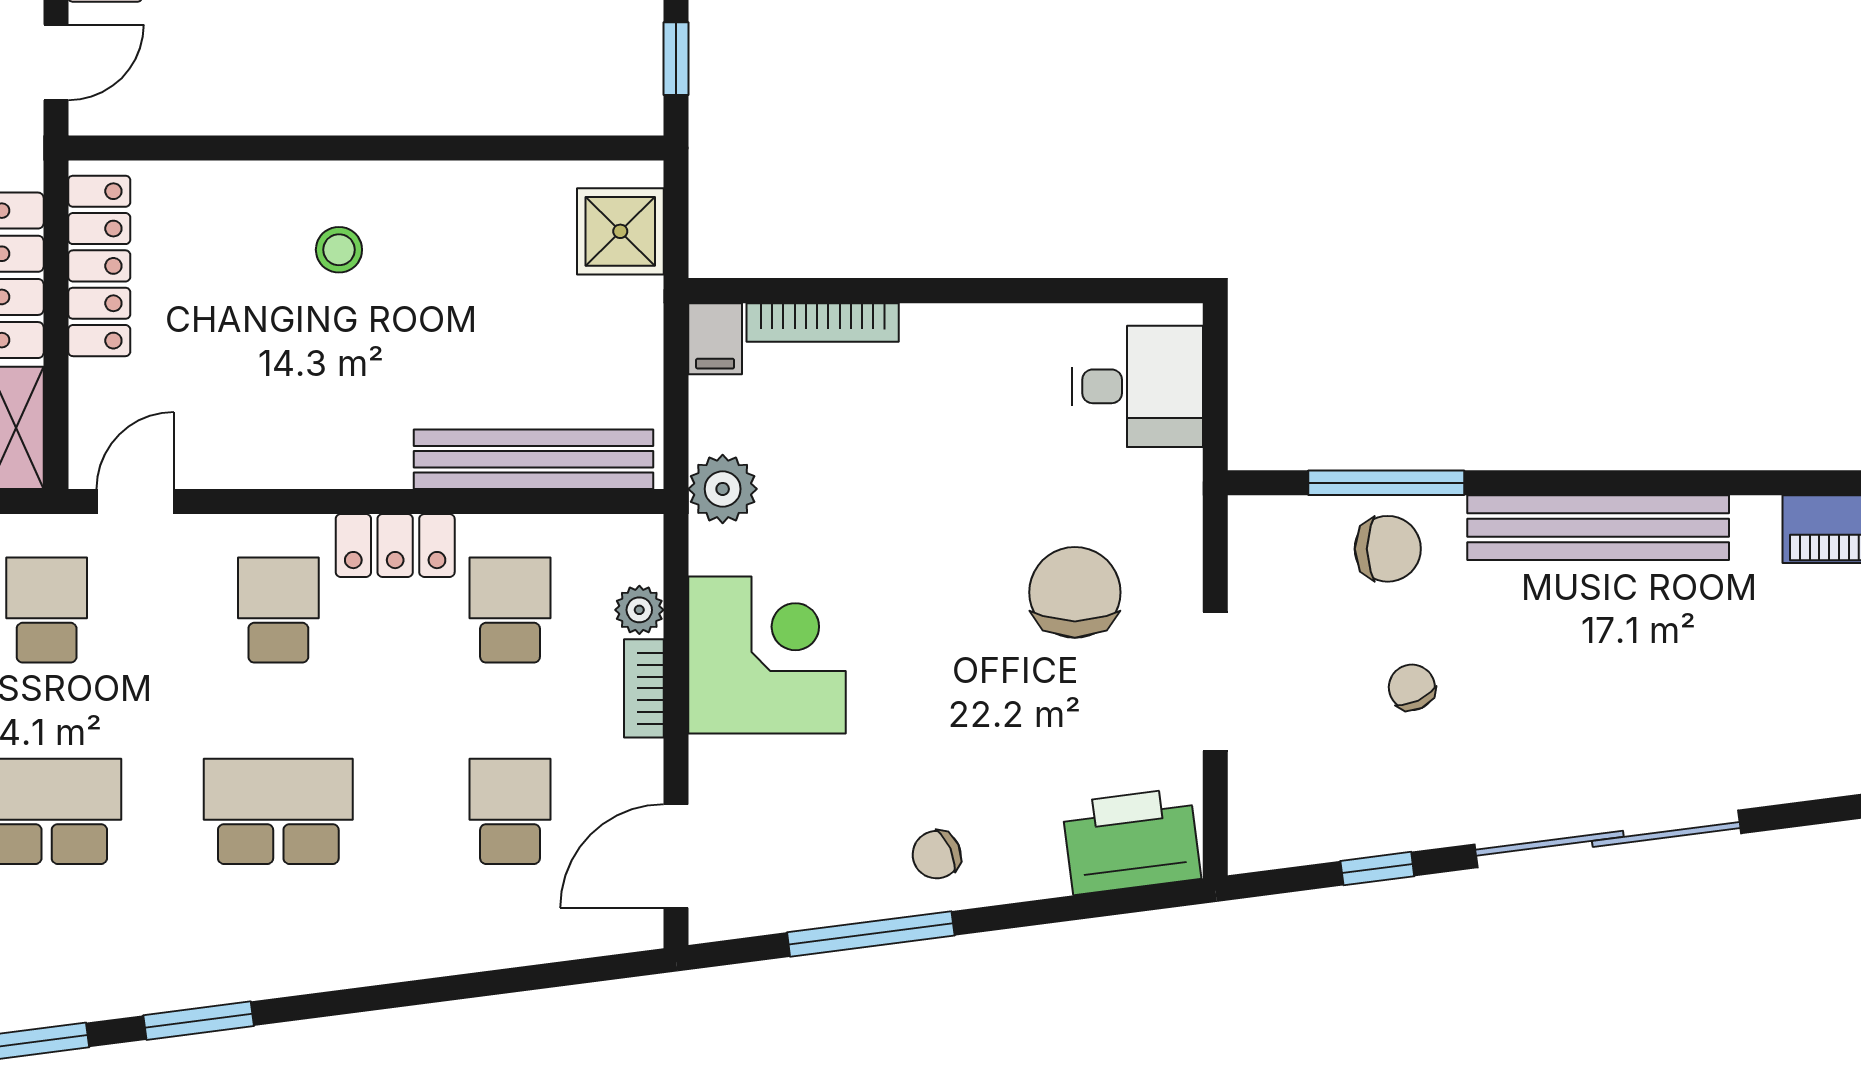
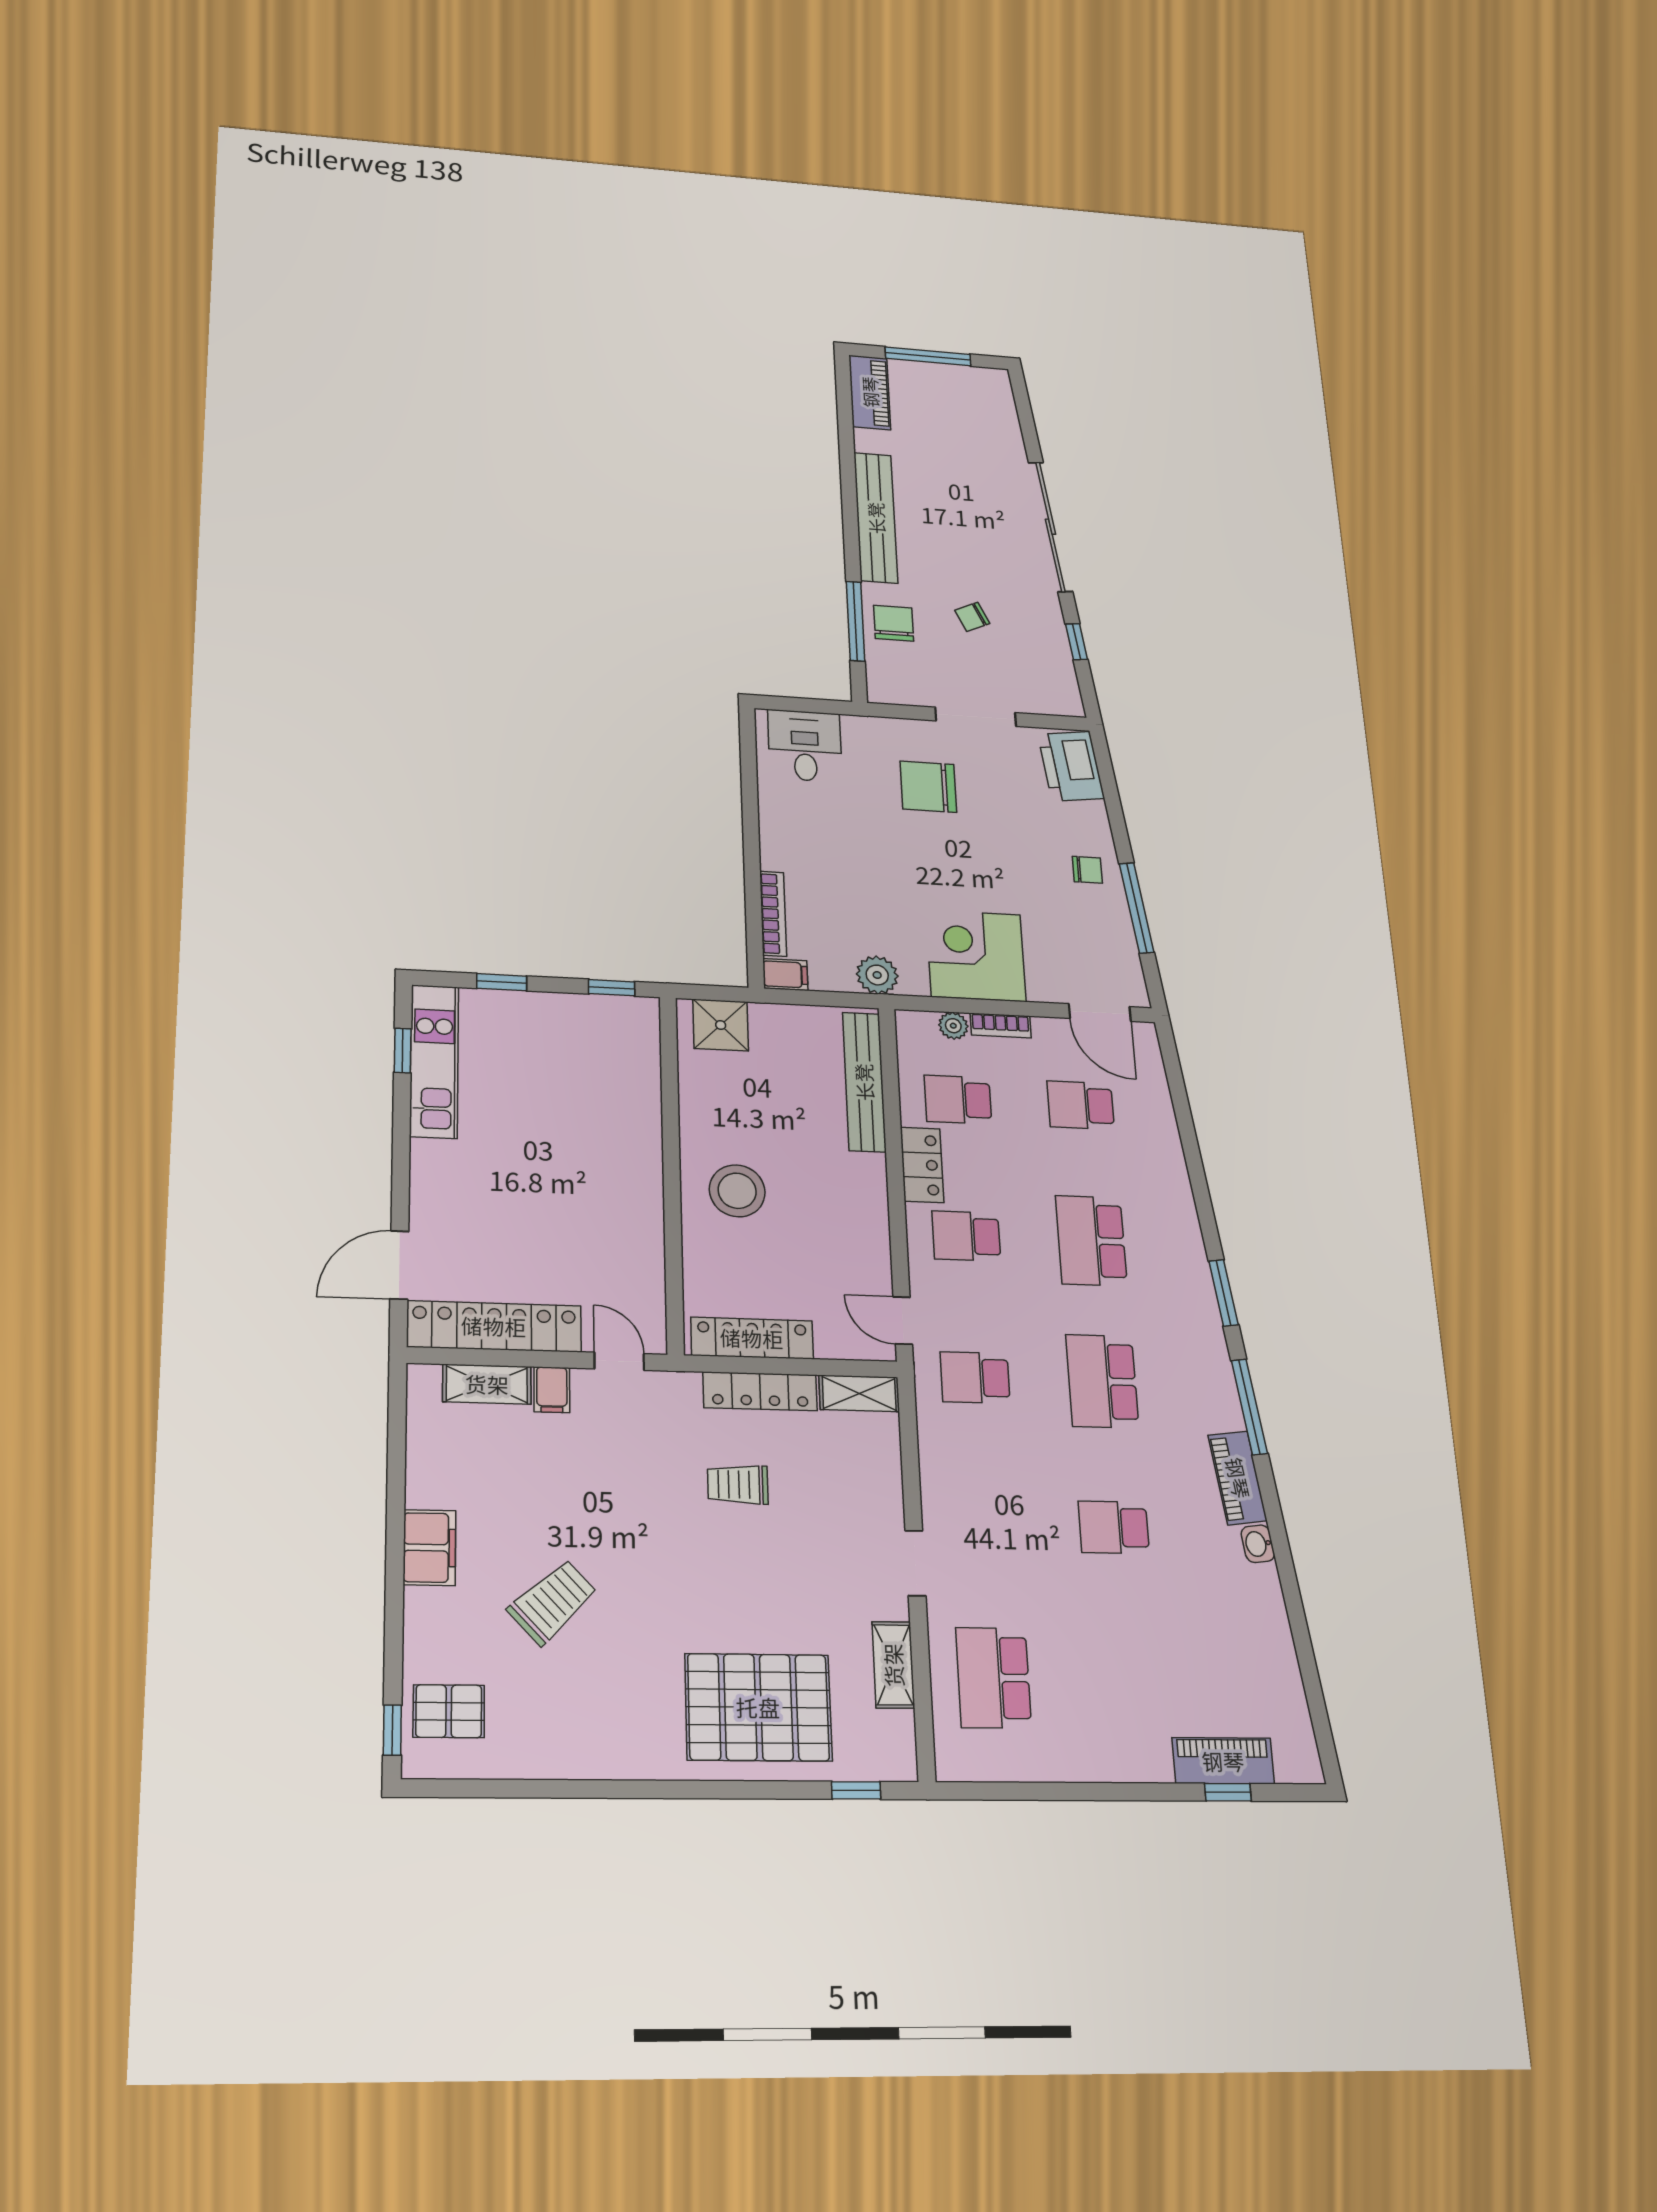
stool: (339, 250) -> (737, 1191), width x1.89, depth x1.89
chair: (937, 855) -> (1087, 870), turned -66

